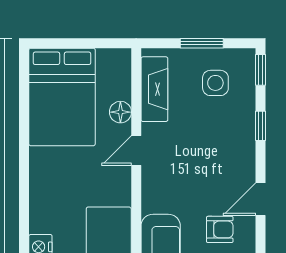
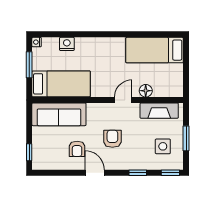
bed: (62, 97) -> (155, 50), width x0.67
door: (136, 150) -> (123, 100), hinge flipped
armchair: (202, 169) -> (112, 139), added

